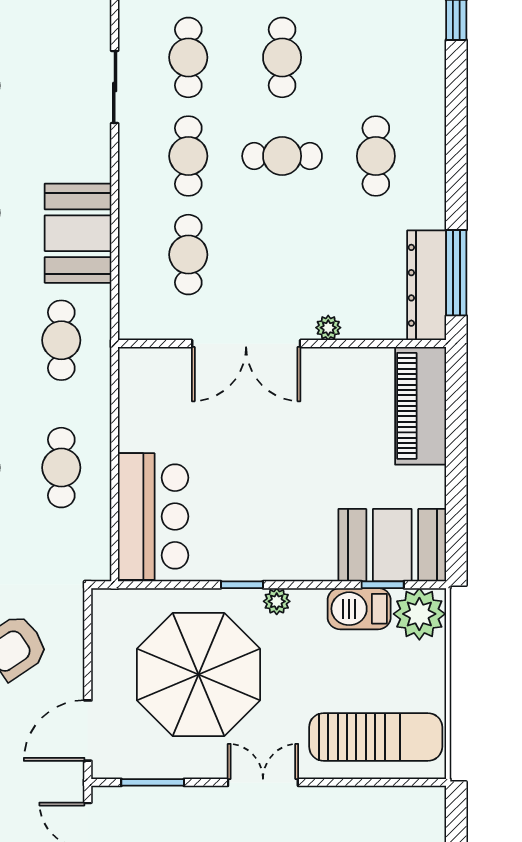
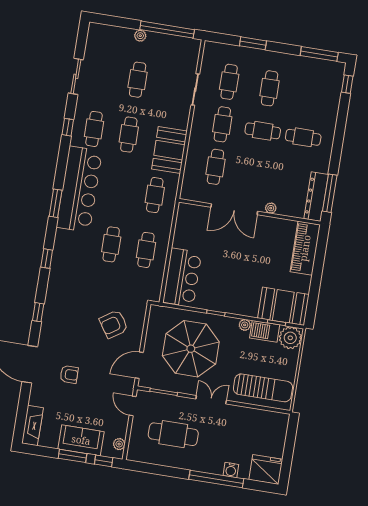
cafe table: (376, 156) -> (303, 137), turned 90
plant: (277, 601) -> (245, 325), moved

